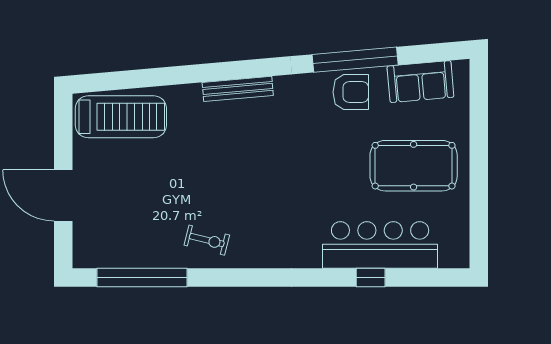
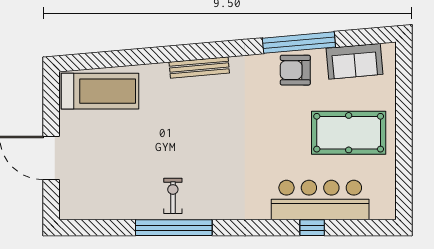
armchair: (351, 92) -> (295, 70), turned 180
exercise bike: (207, 240) -> (173, 196), turned -104
window: (142, 277) -> (174, 228), moved

